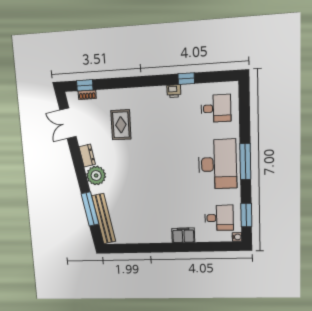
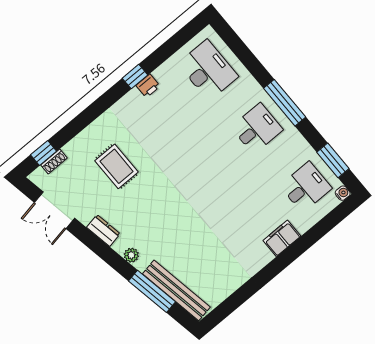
window: (186, 79) -> (135, 77), moved
desk: (216, 108) -> (208, 70), width x1.37
desk: (217, 164) -> (257, 129), width x0.53, depth x0.77
plant: (96, 176) -> (131, 255), width x0.53, depth x0.53

